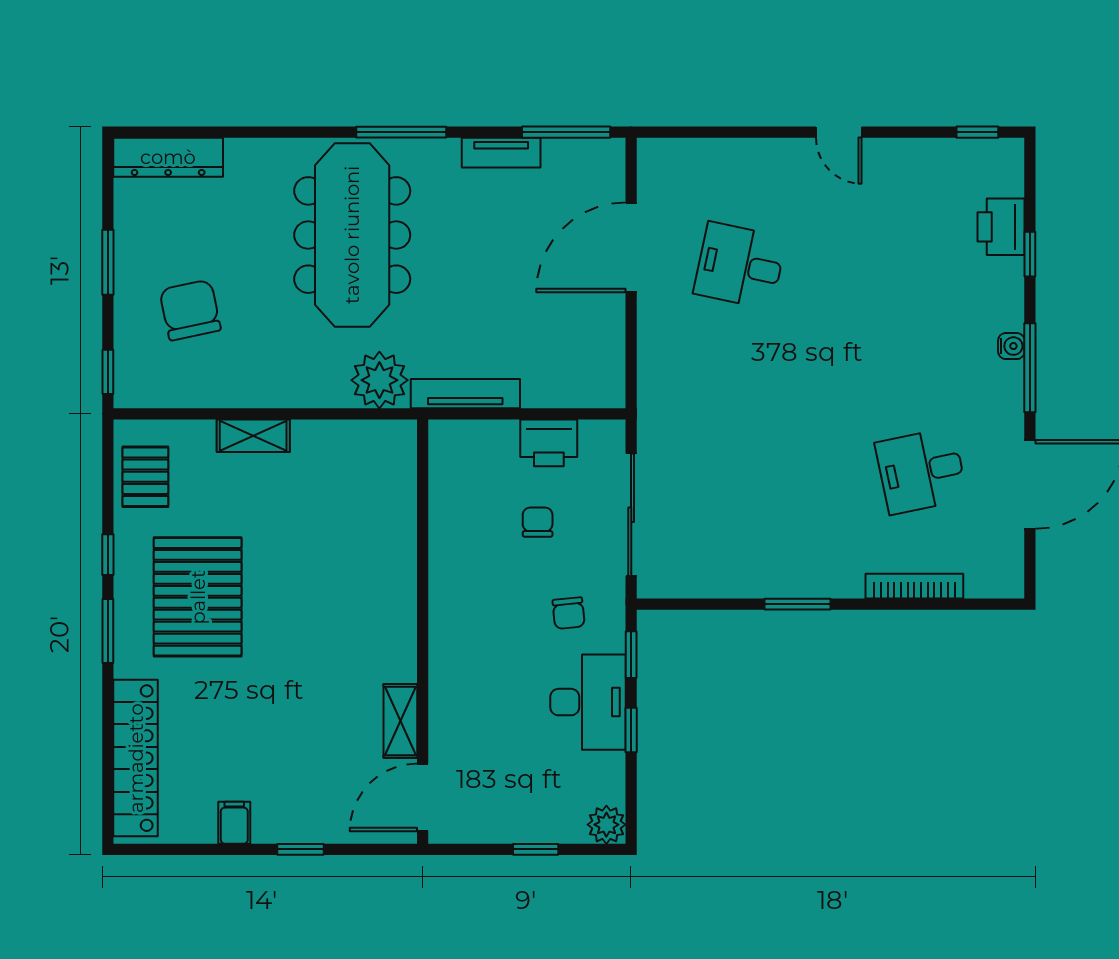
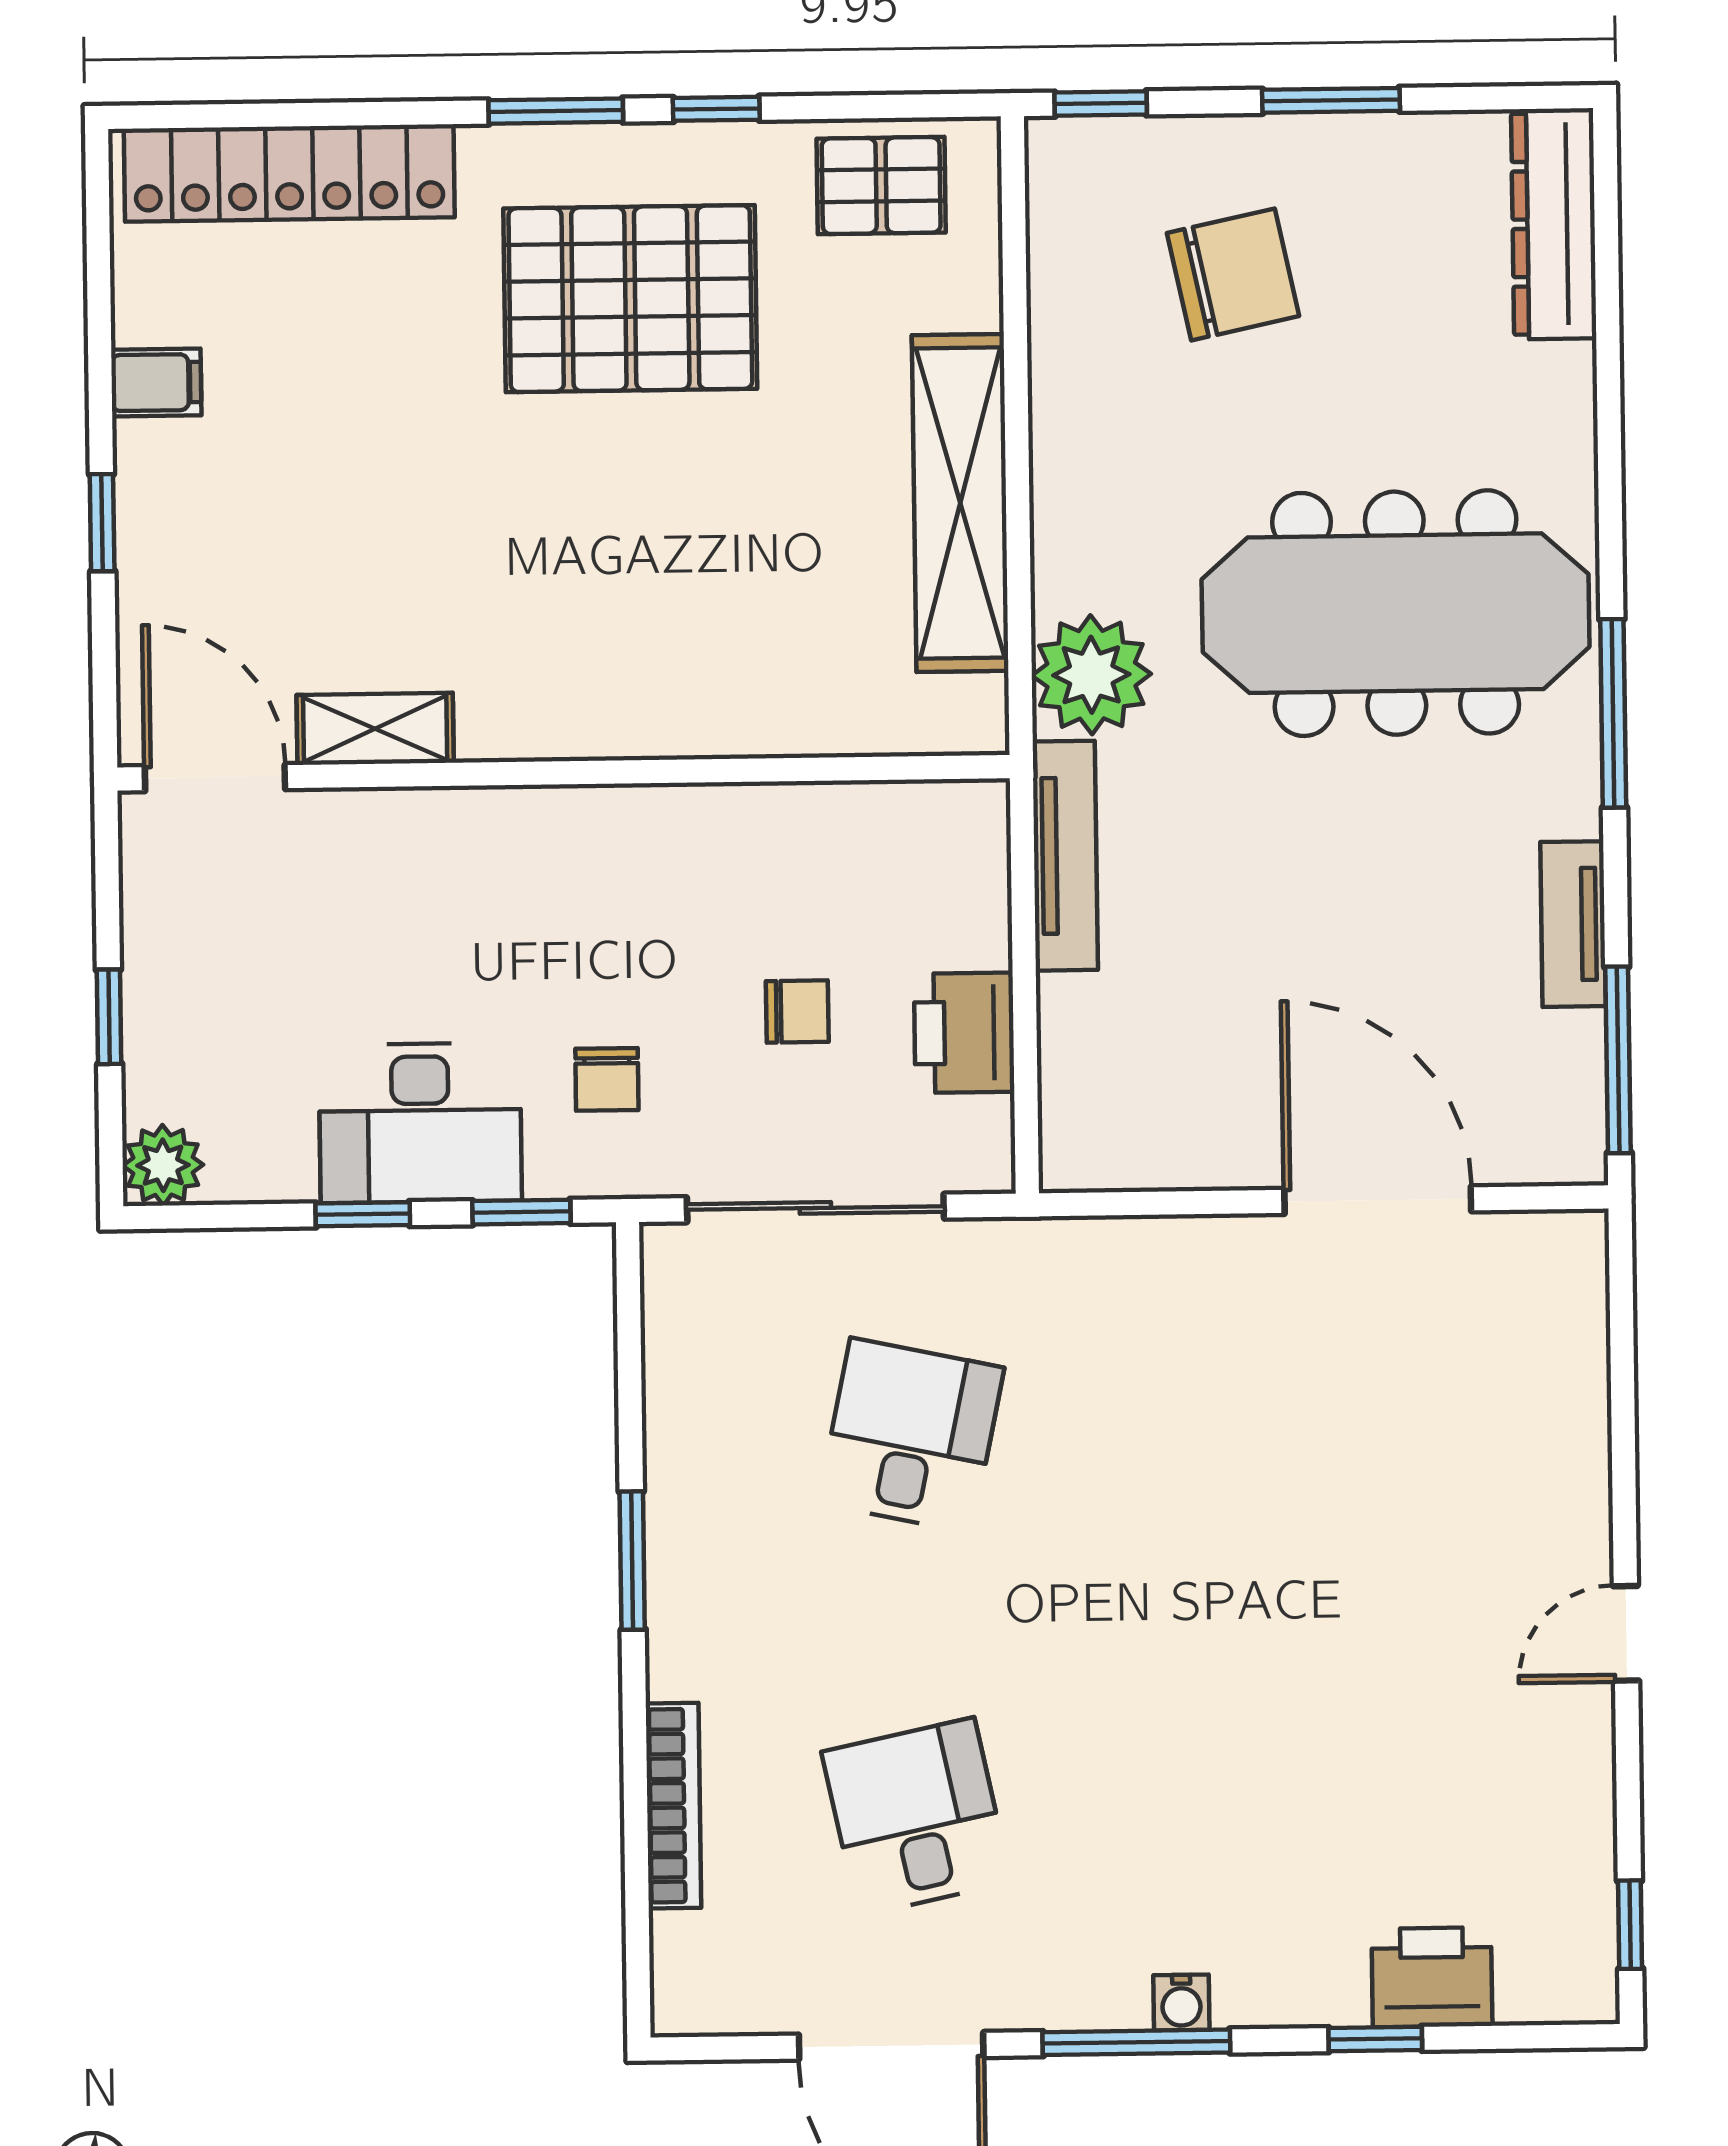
desk: (740, 266) -> (911, 1435), moved
shelving: (253, 436) -> (960, 503), width x2.20, depth x1.33
chair: (569, 613) -> (607, 1079), turned -84

